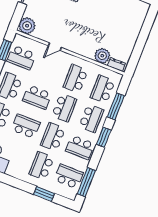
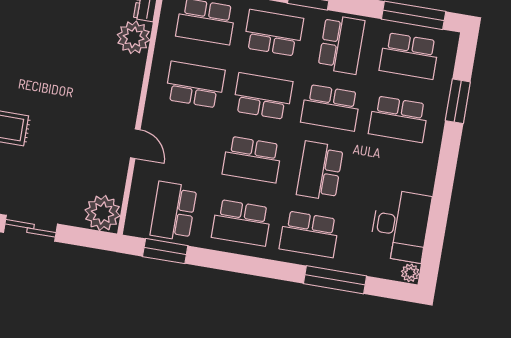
school desk: (21, 57) -> (174, 211), turned 180
school desk: (76, 79) -> (195, 85), turned 180
school desk: (37, 97) -> (252, 159), turned 90
school desk: (69, 176) -> (409, 56), turned -90

